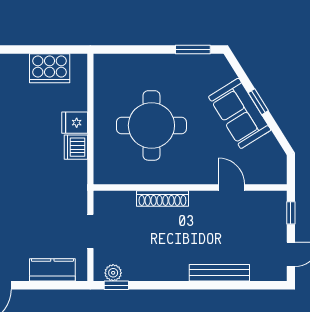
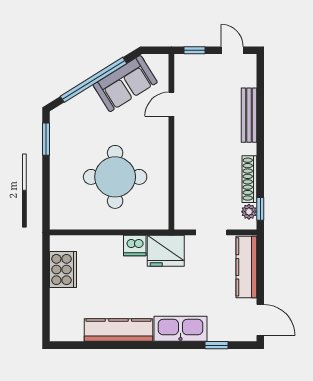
window: (258, 102) -> (93, 80), width x3.17
sofa: (240, 113) -> (125, 84), moved
fridge: (75, 123) -> (166, 251), moved, width x1.88, depth x1.34
shoe rack: (162, 199) -> (249, 179), moved, turned 180
kitchen counter: (52, 270) -> (246, 267), width x1.50

